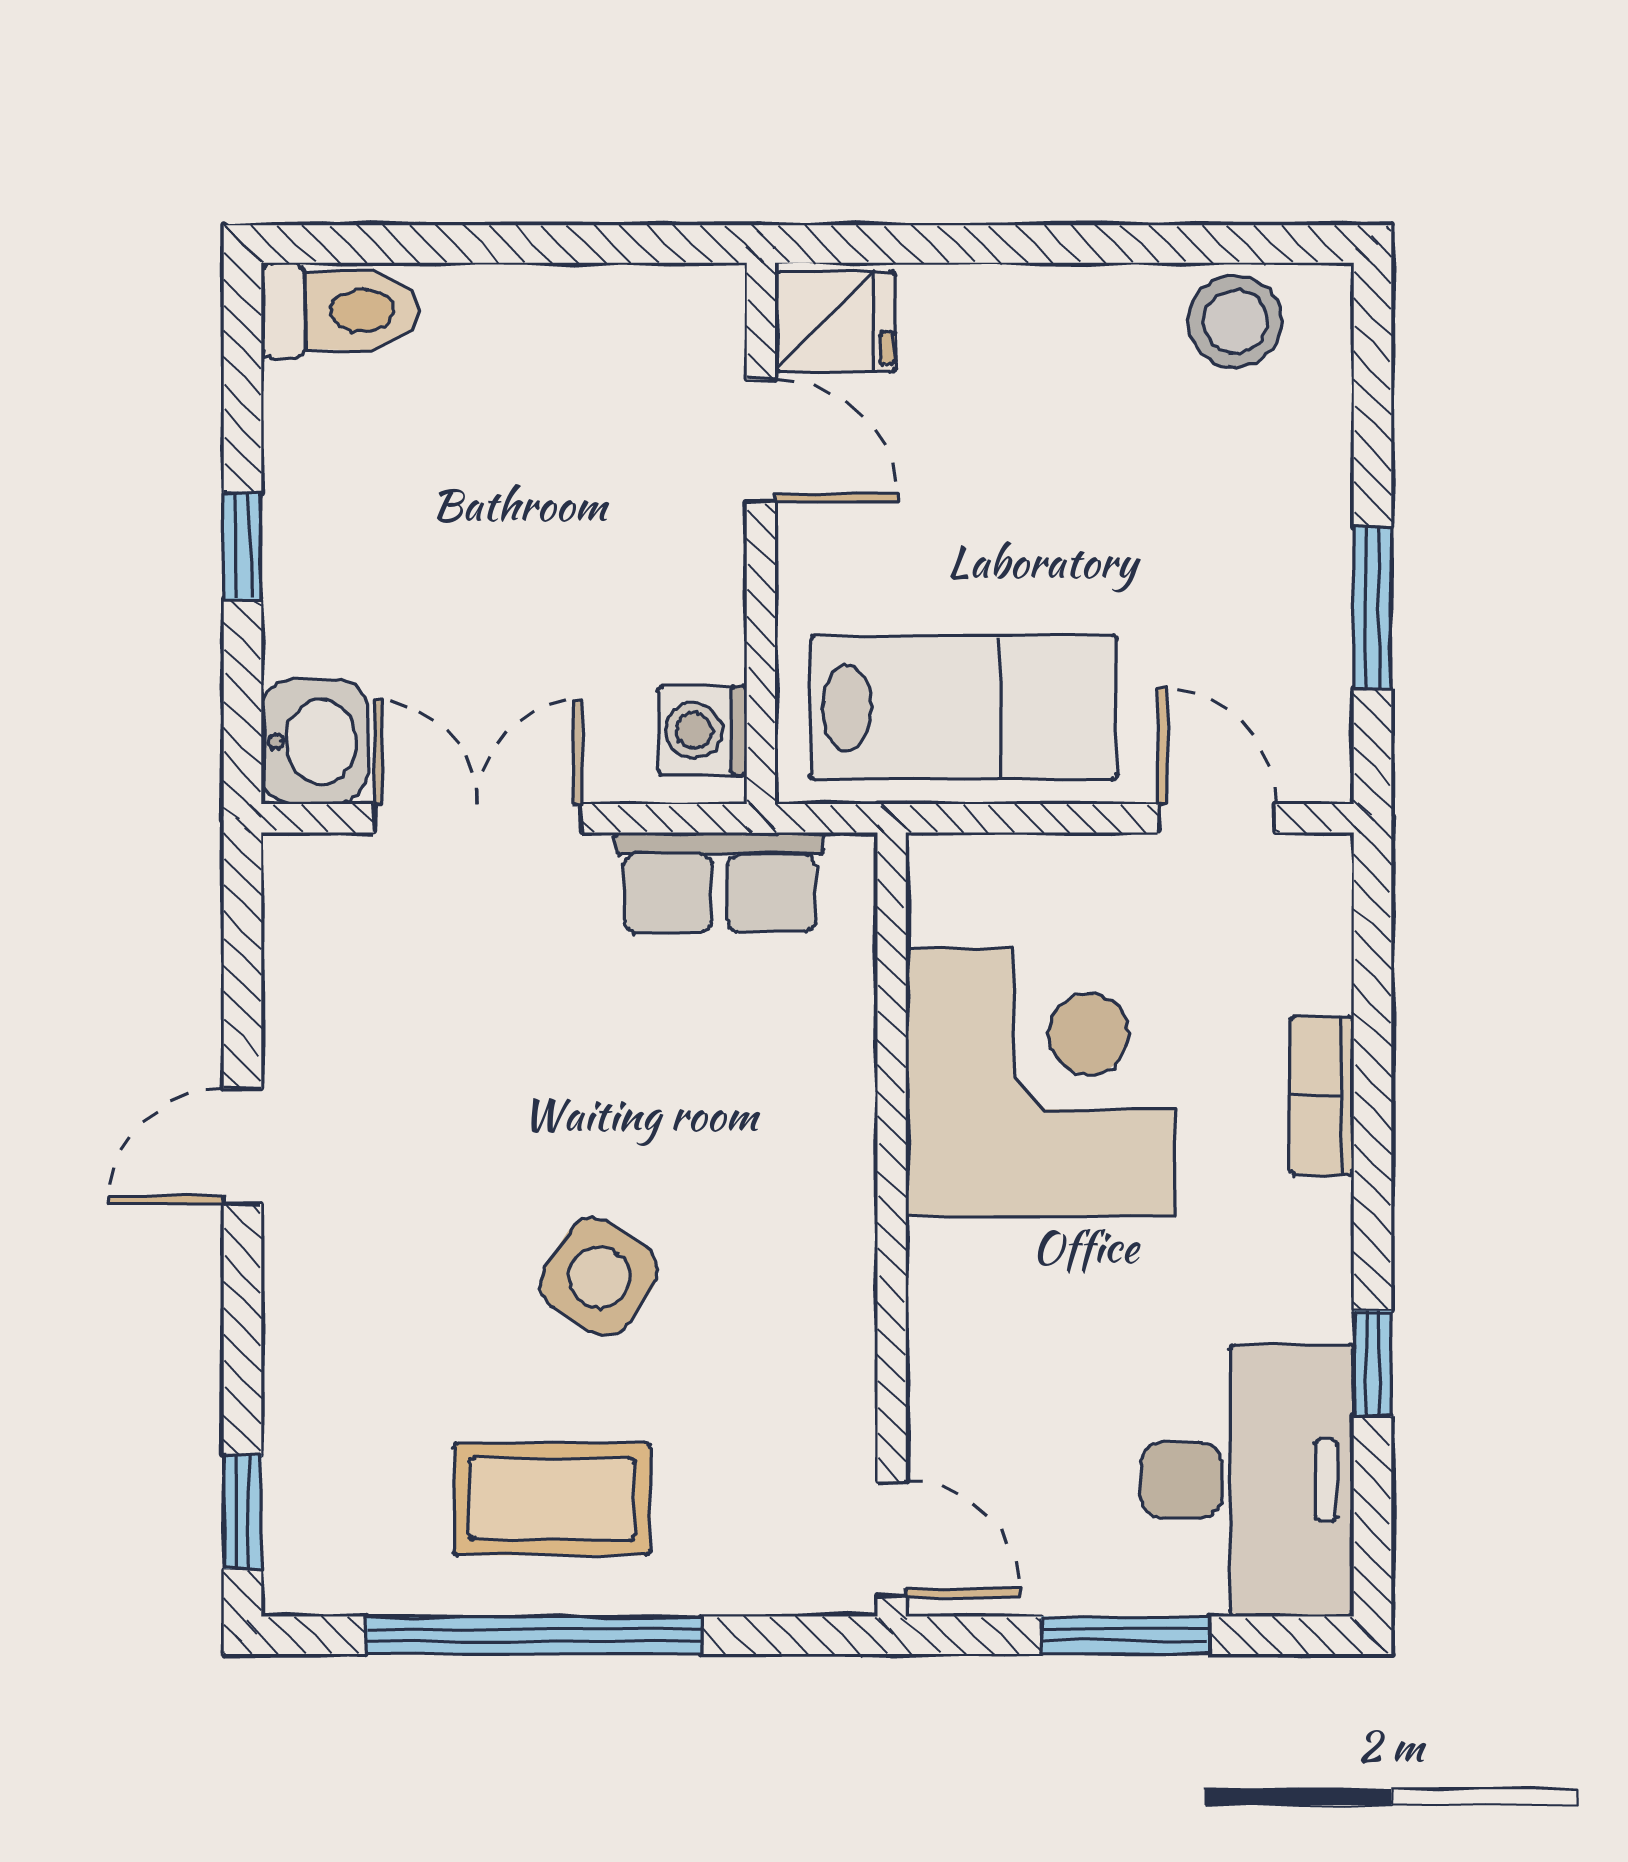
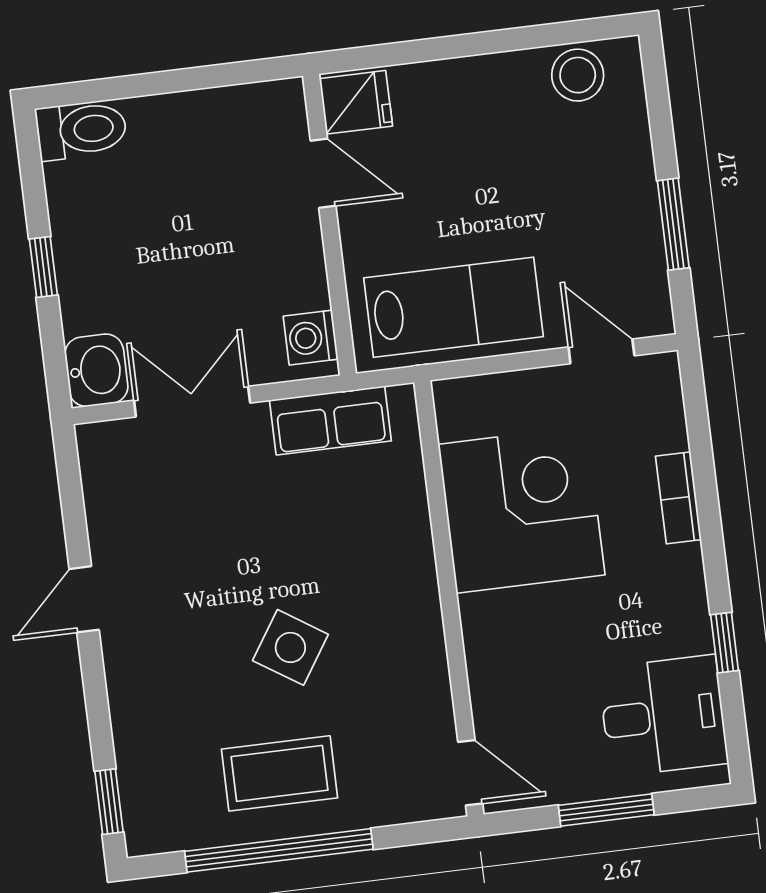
desk: (1247, 1480) -> (663, 716), width x0.73

